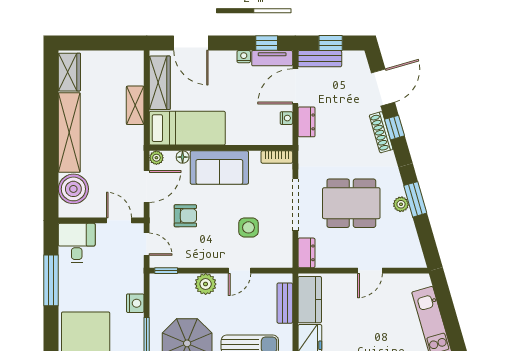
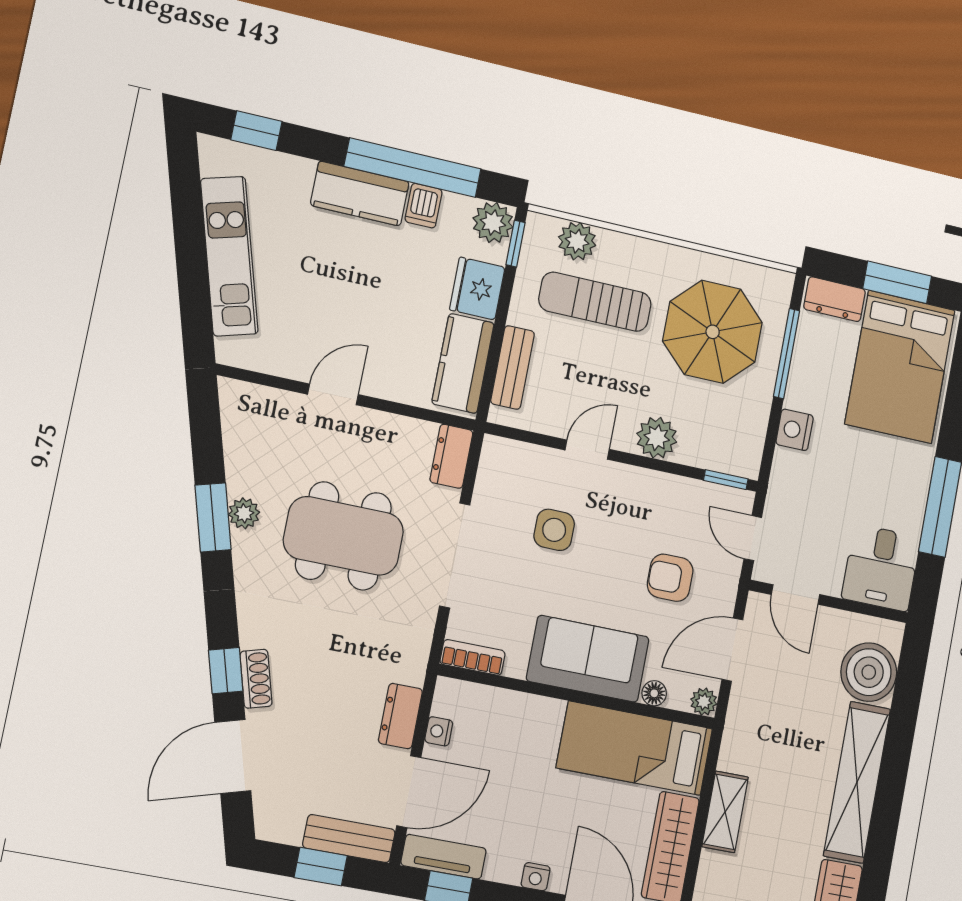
nightstand: (244, 57) -> (536, 877), moved
shoe rack: (381, 132) -> (256, 679), width x0.70

